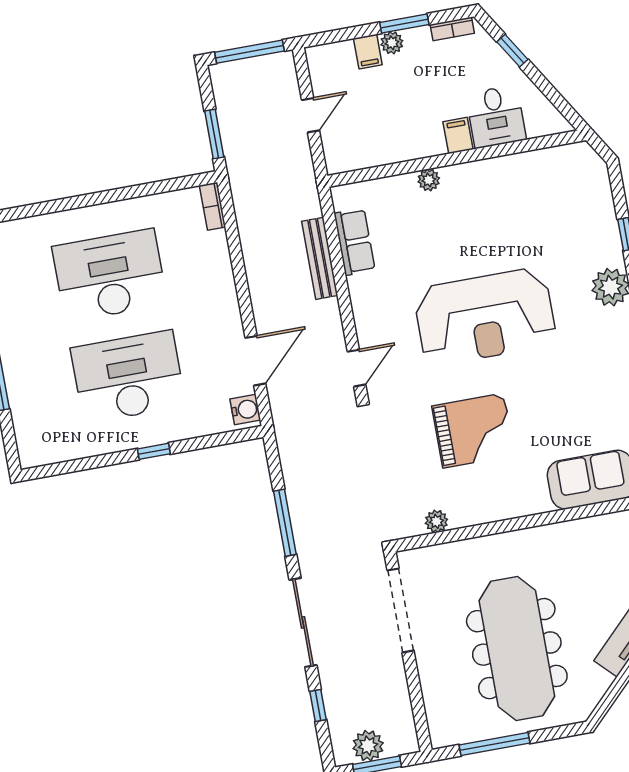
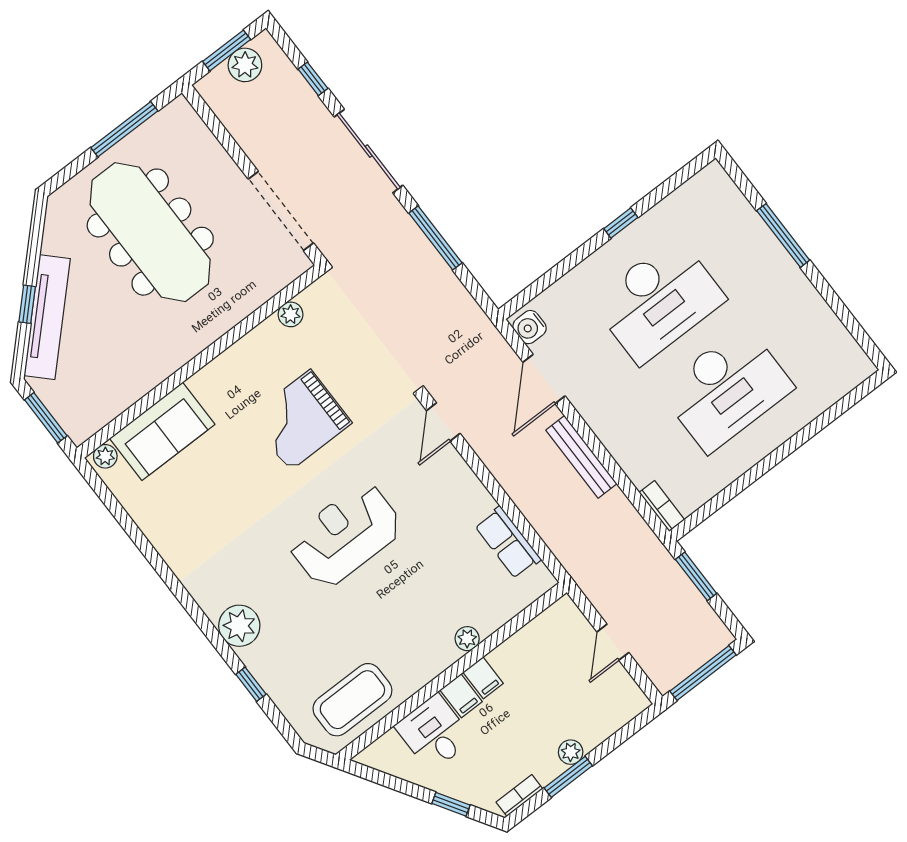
filing cabinet: (368, 52) -> (483, 678), moved, turned 180
coffee table: (549, 178) -> (352, 700), added
bench: (320, 258) -> (581, 457), moved
reception desk: (485, 317) -> (345, 535), width x0.74, depth x0.77
window: (154, 451) -> (621, 223), moved

